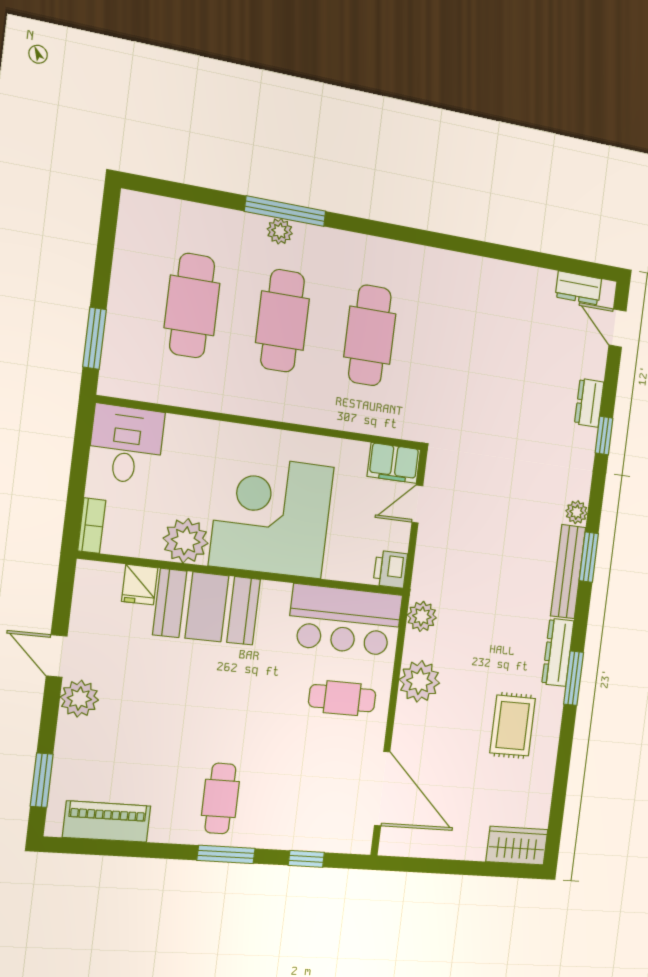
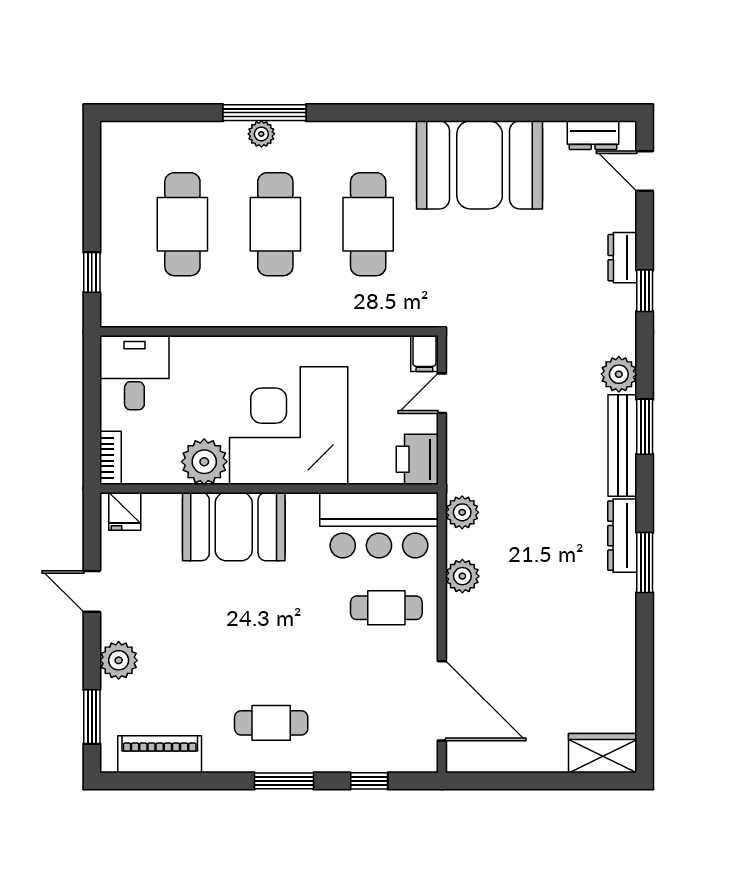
booth: (477, 297) -> (480, 165), added
window: (95, 338) -> (92, 272), width x0.67
filing cabinet: (394, 463) -> (424, 353), width x0.50
plant: (577, 512) -> (619, 374), width x1.38, depth x1.38
printer: (390, 569) -> (417, 459), width x1.36, depth x1.24
fridge: (140, 585) -> (125, 511), moved
plant: (419, 681) -> (462, 576), width x0.73, depth x0.73
plant: (79, 699) -> (119, 660), moved
rug: (513, 726) -> (580, 621), removed
cafe table: (220, 798) -> (271, 723), turned 90

